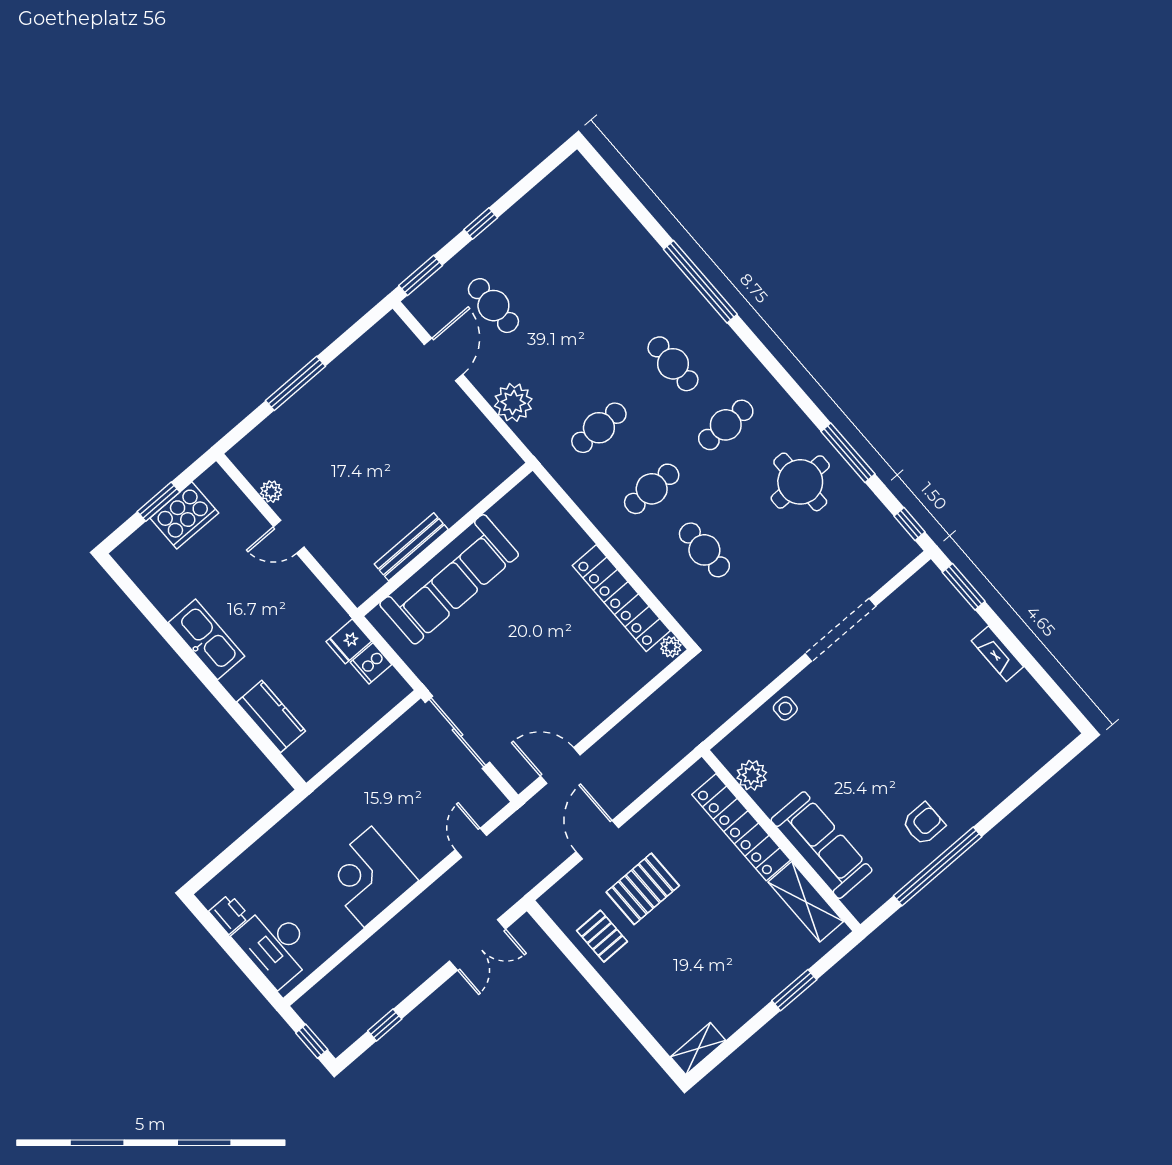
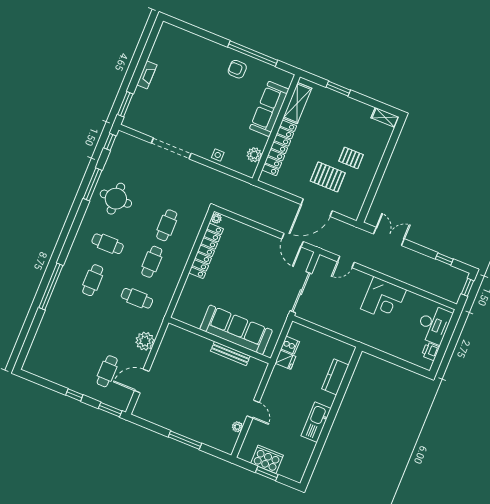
cafe table: (652, 489) -> (152, 262), turned 90
door: (597, 840) -> (317, 208), width x1.36
pallet: (602, 936) -> (351, 158), moved, turned 90

